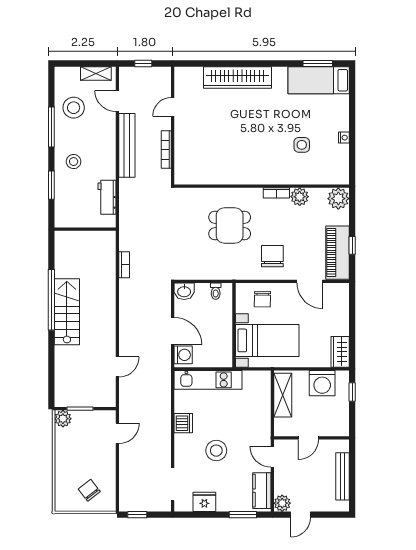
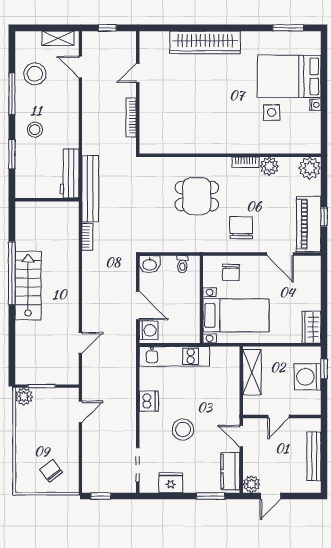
bed: (319, 80) -> (289, 76), moved, width x1.50
bench: (127, 145) -> (90, 189), moved
workbench: (107, 197) -> (70, 173), width x1.38
washing machine: (322, 383) -> (308, 377), moved, turned 90

